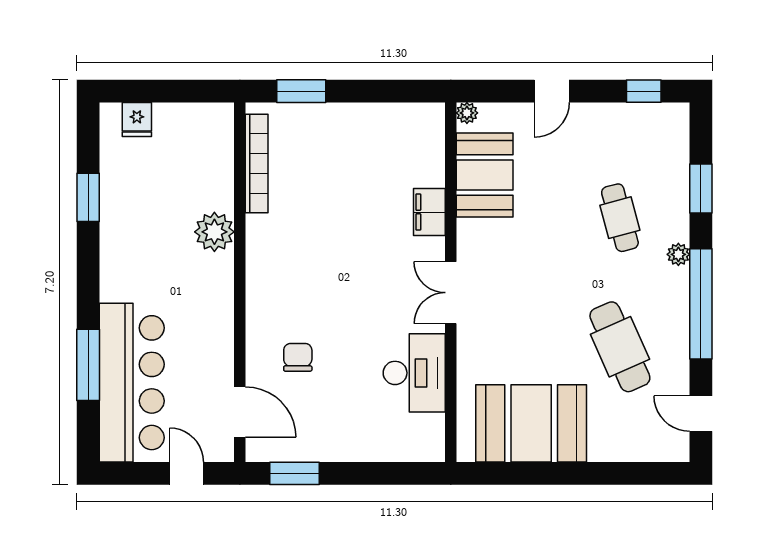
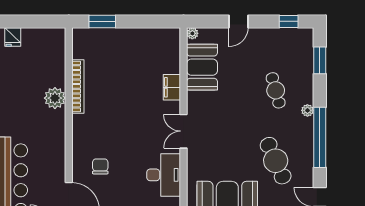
bookcase: (257, 163) -> (78, 86), moved
window: (701, 188) -> (320, 60), moved

